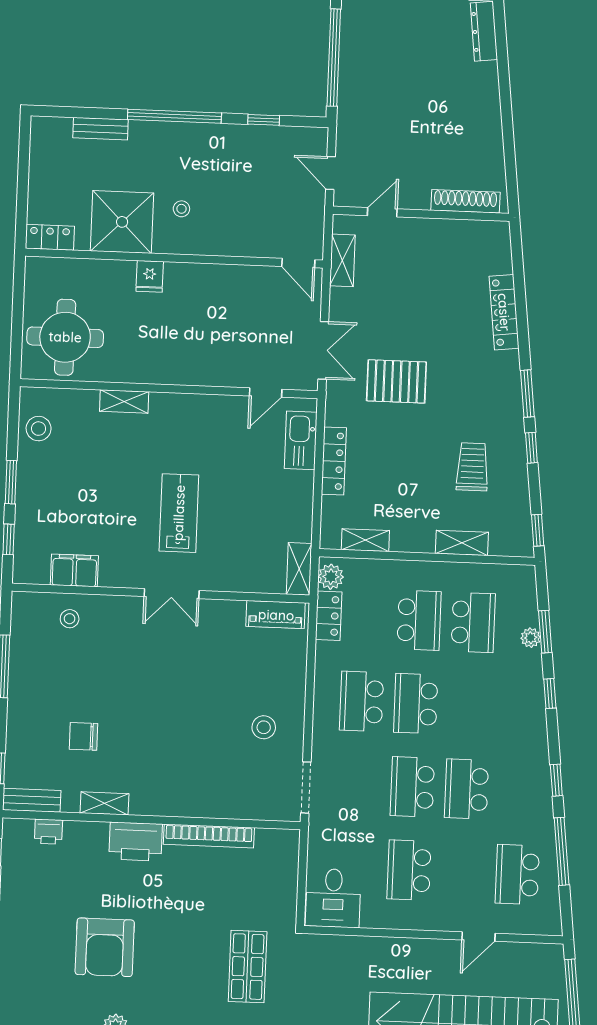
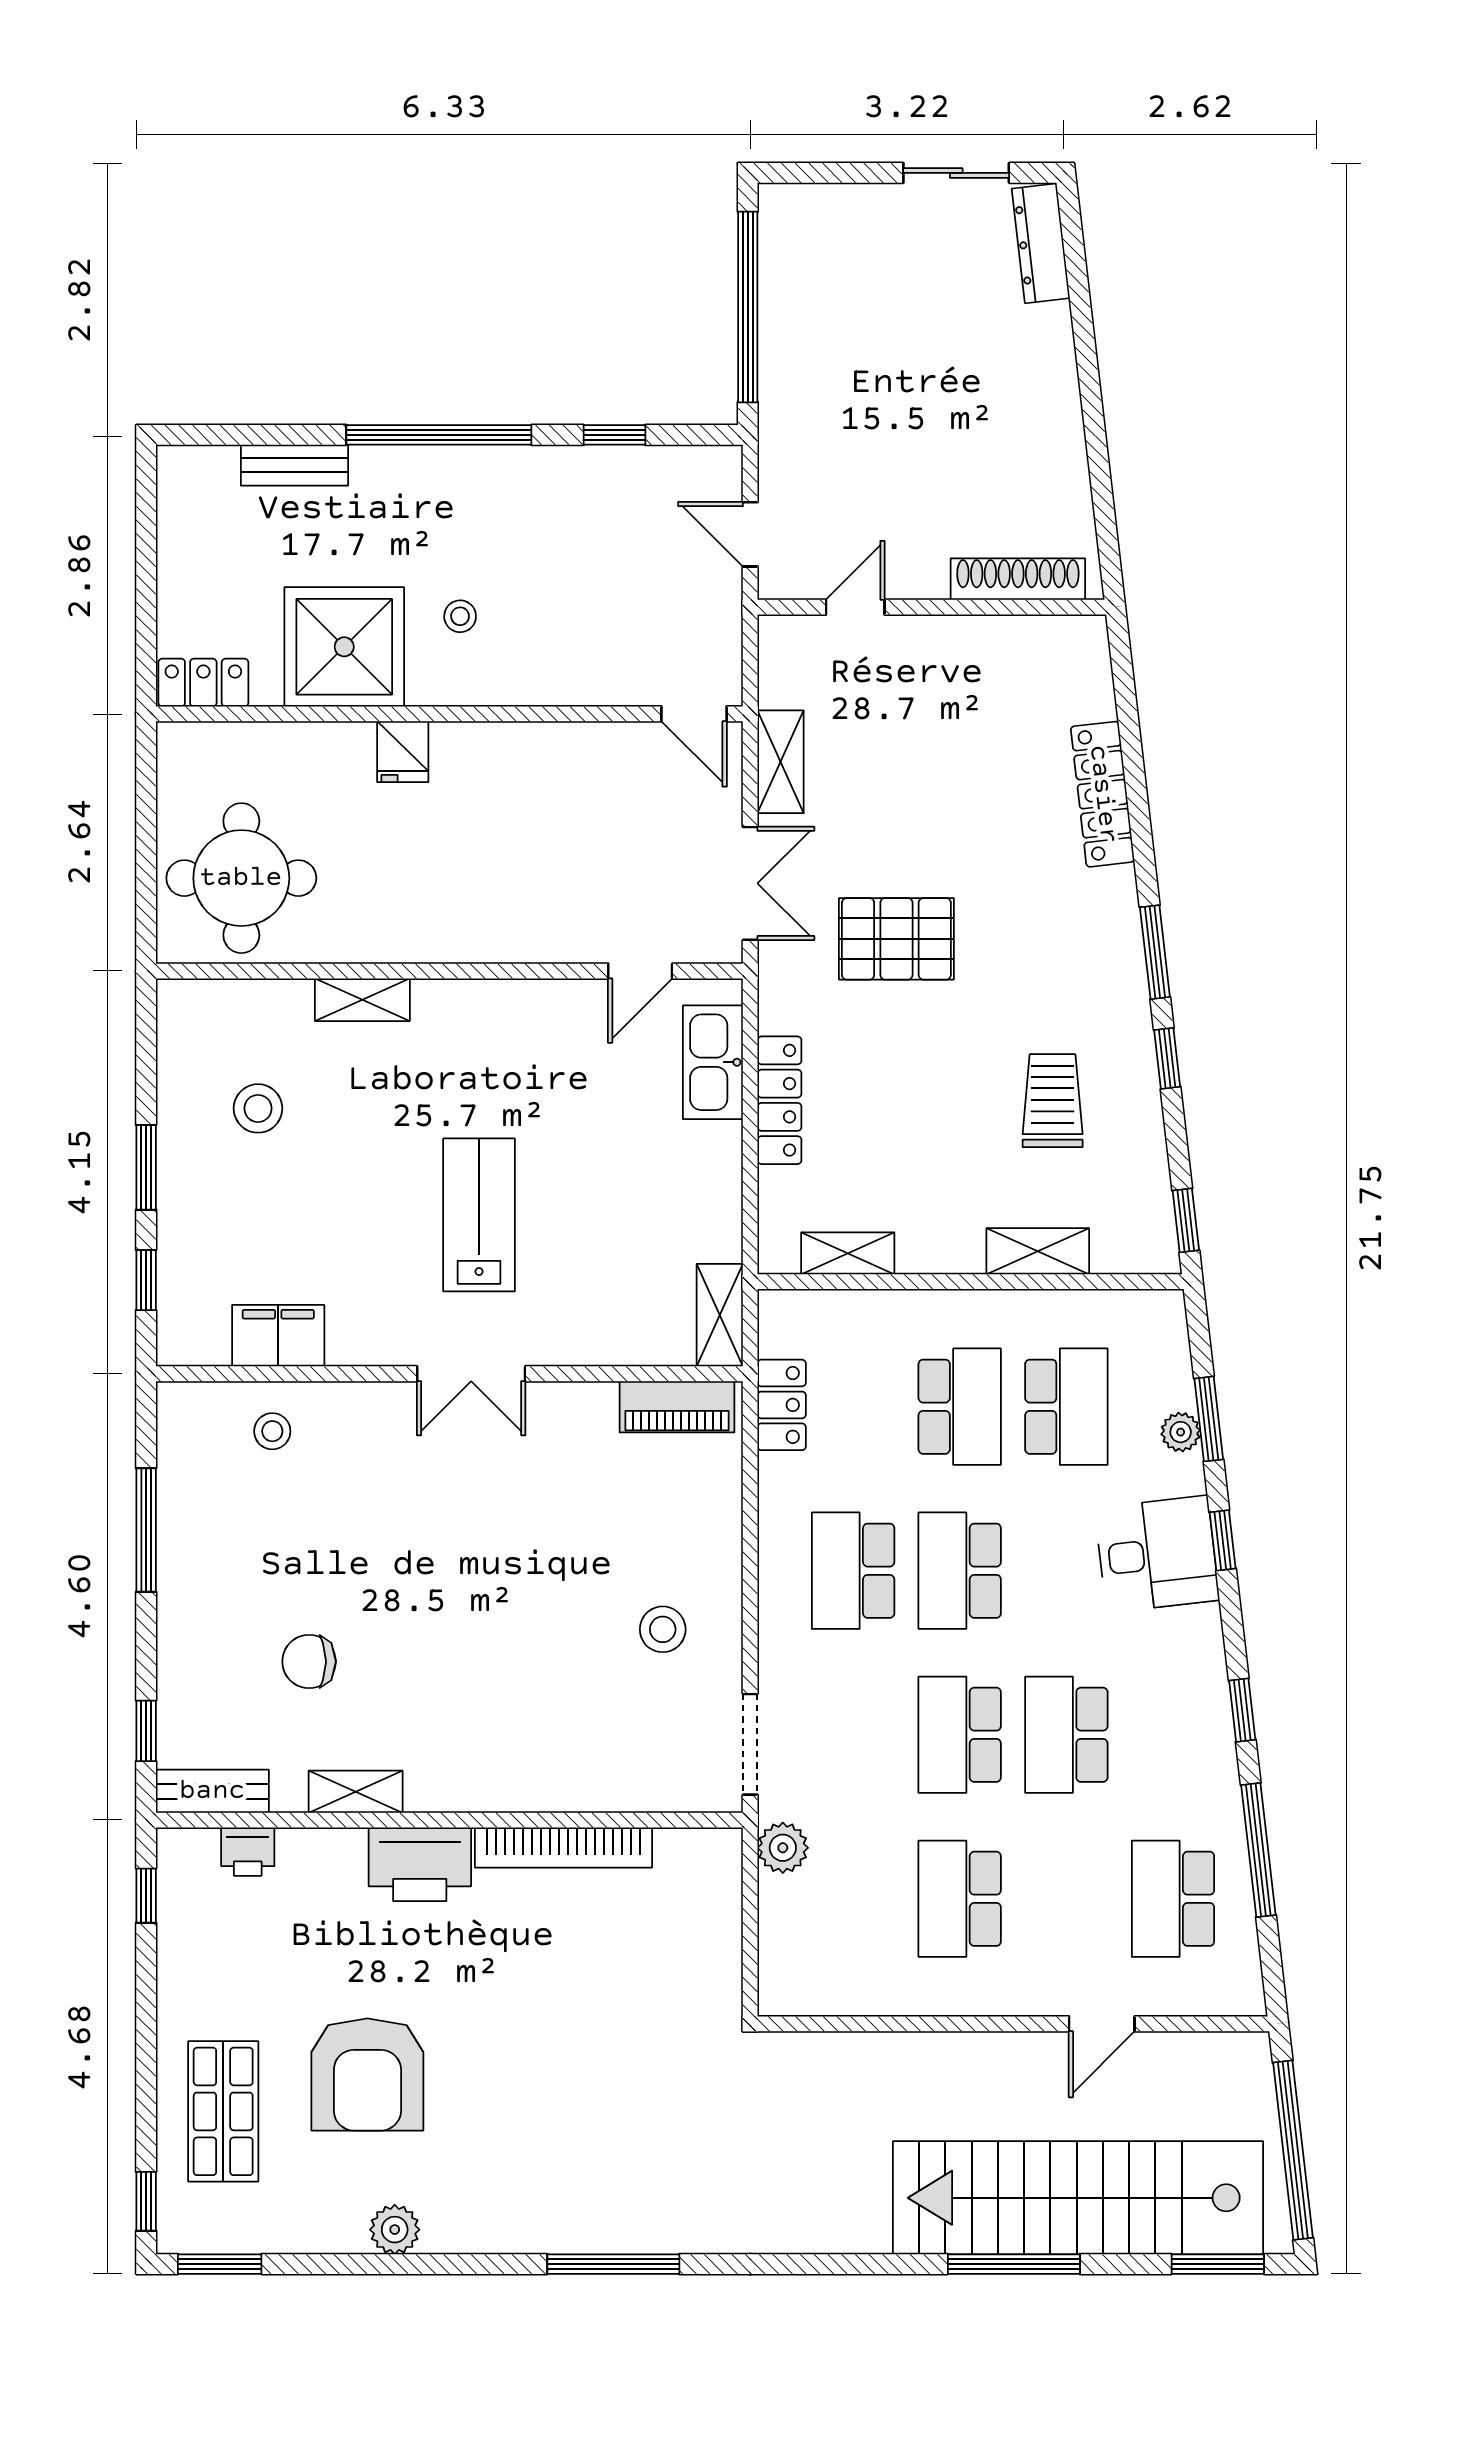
shelving: (342, 260) -> (781, 762), moved
stool: (39, 429) -> (258, 1108), moved
plant: (331, 577) -> (783, 1848), moved
desk: (333, 898) -> (1157, 1554), moved, turned -97
shop shelf: (248, 967) -> (223, 2111), moved

